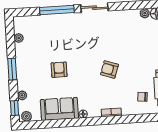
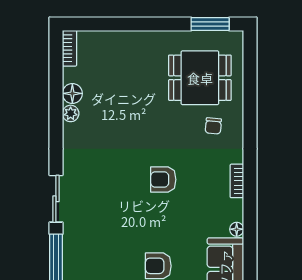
armchair: (109, 69) -> (163, 180), turned 71

